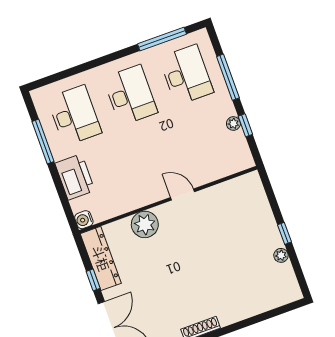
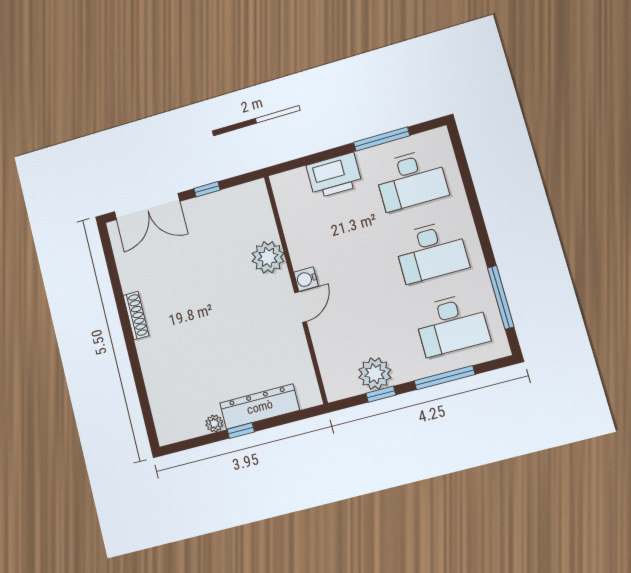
plant: (233, 123) -> (375, 374), width x1.88, depth x1.88
water cooler: (84, 220) -> (306, 279), moved, turned -90
dresser: (101, 258) -> (260, 407), moved, turned 180

